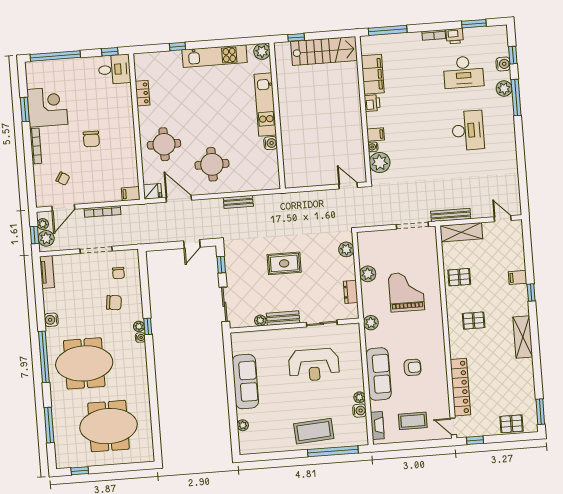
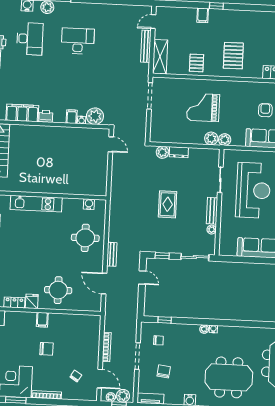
water cooler: (271, 143) -> (89, 204), moved
round table: (212, 164) -> (85, 238), moved
door: (348, 186) -> (111, 144), swing flipped
fridge: (152, 191) -> (32, 301), moved
filing cabinet: (131, 194) -> (42, 320), moved
door: (179, 199) -> (104, 284), hinge flipped
bench: (238, 202) -> (112, 254), moved
bench: (451, 215) -> (146, 46), moved
plant: (368, 274) -> (211, 138), moved
dresser: (351, 292) -> (179, 152), moved
chair: (114, 303) -> (164, 371), moved
pallet: (474, 321) -> (233, 56), width x1.50, depth x1.42
window: (148, 326) -> (165, 320), moved
shelving: (523, 337) -> (252, 17), removed
meeting table: (84, 363) -> (229, 377), turned 90
reception desk: (314, 365) -> (253, 190), width x1.36, depth x1.30

